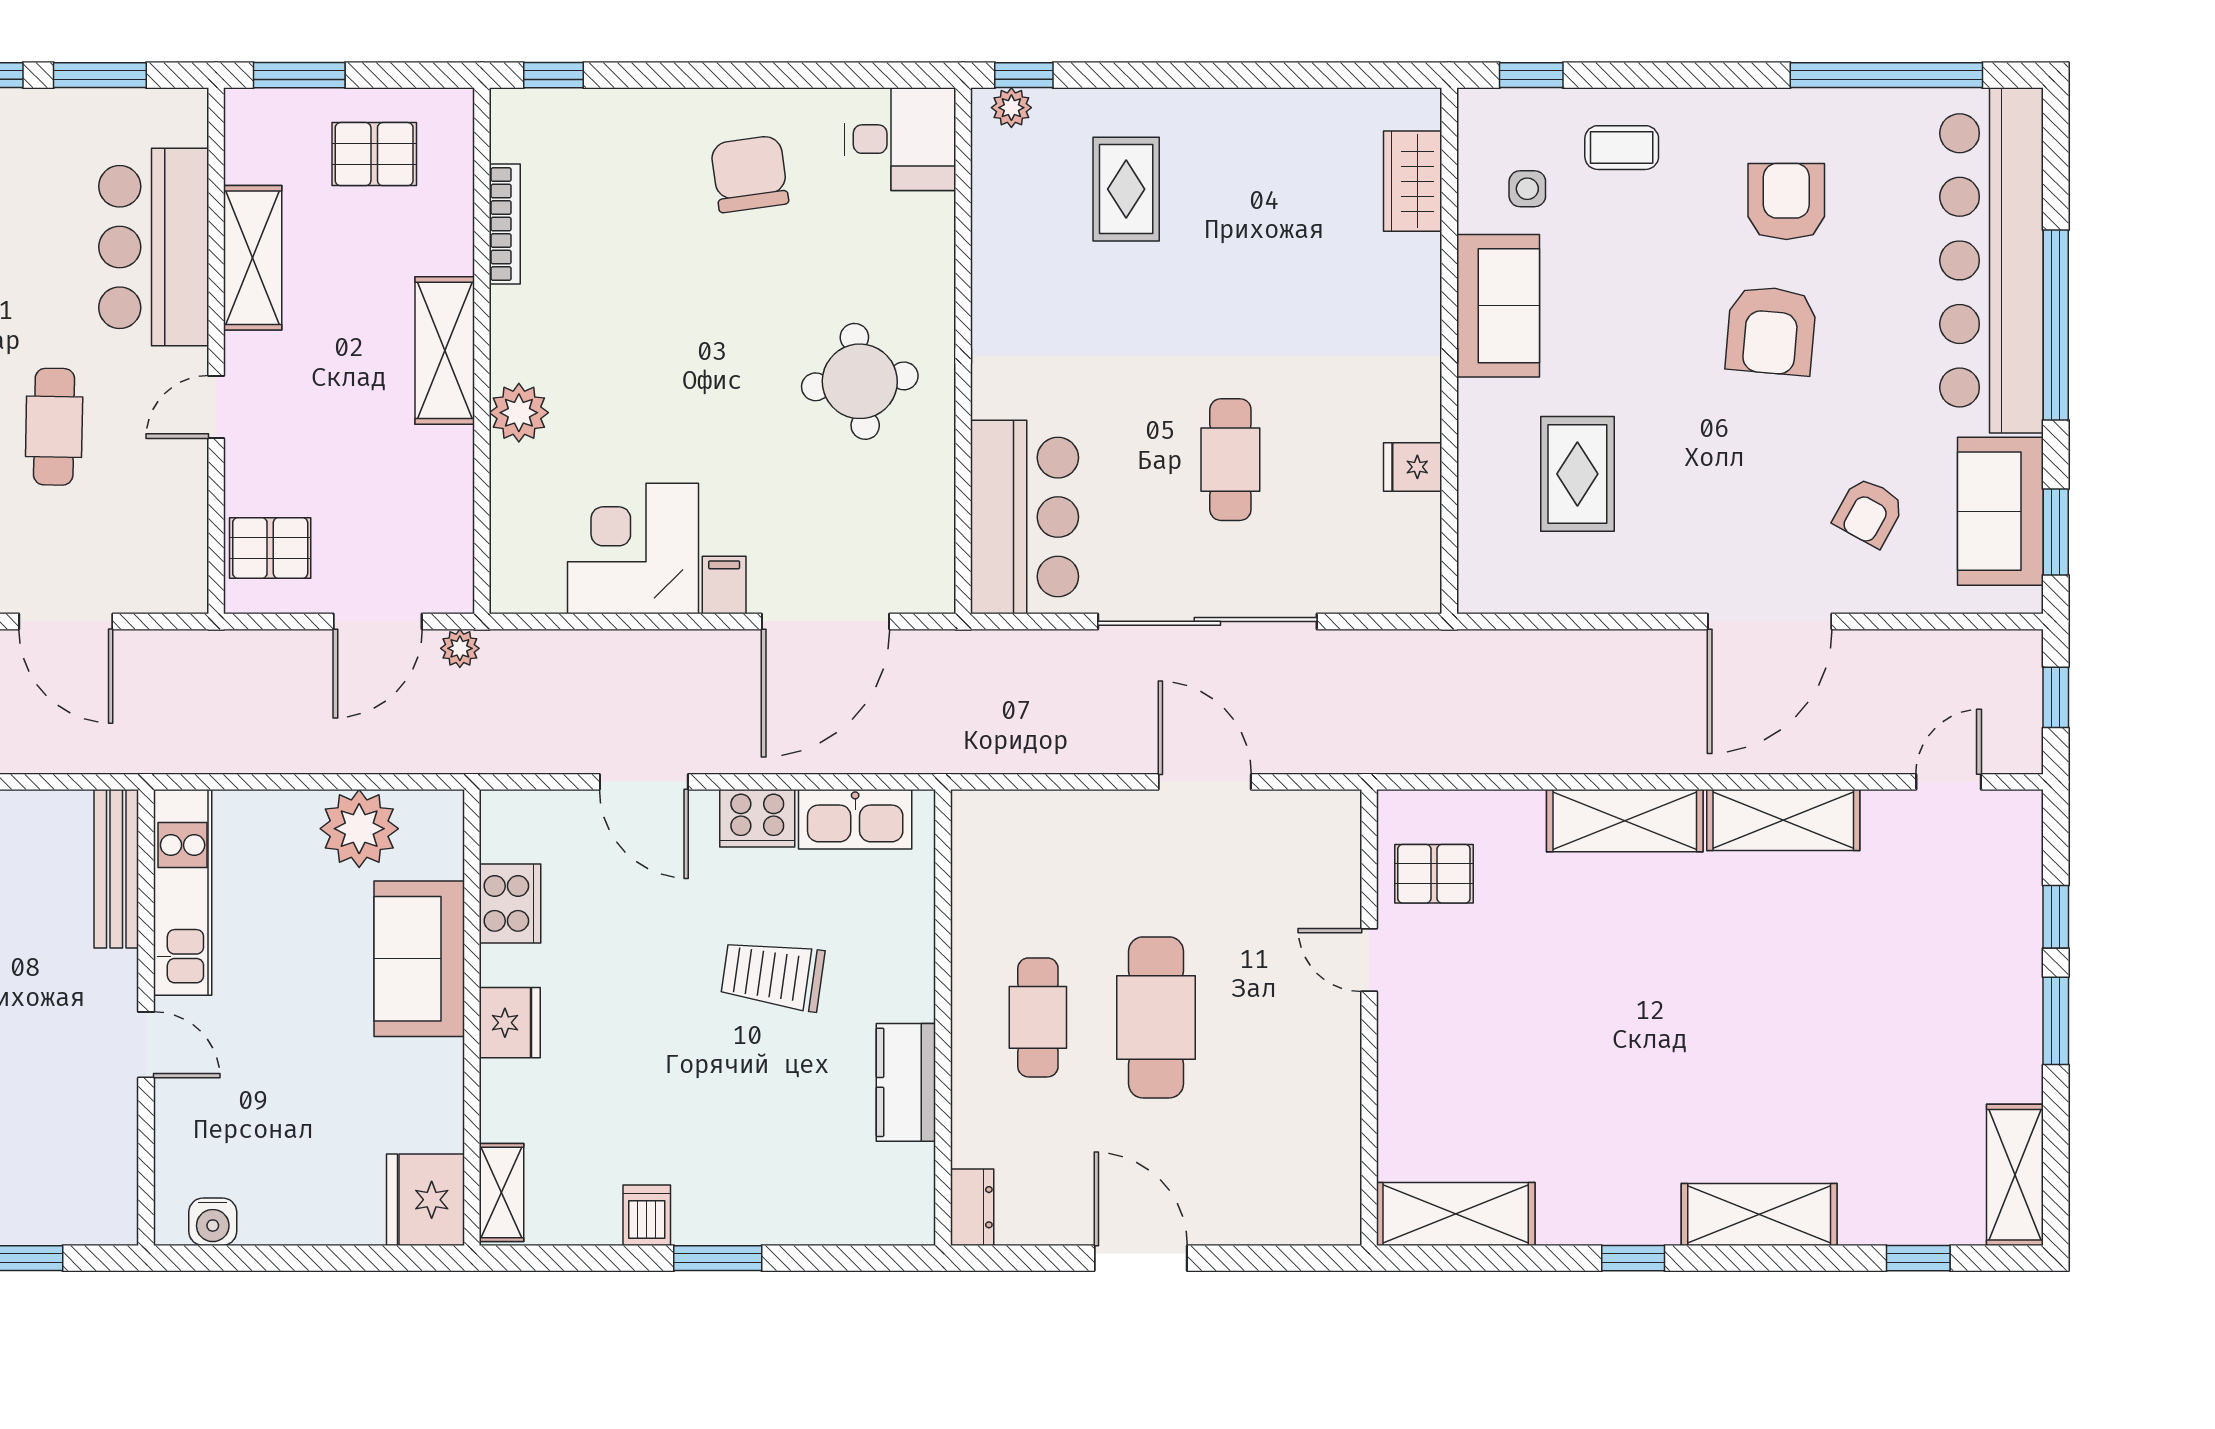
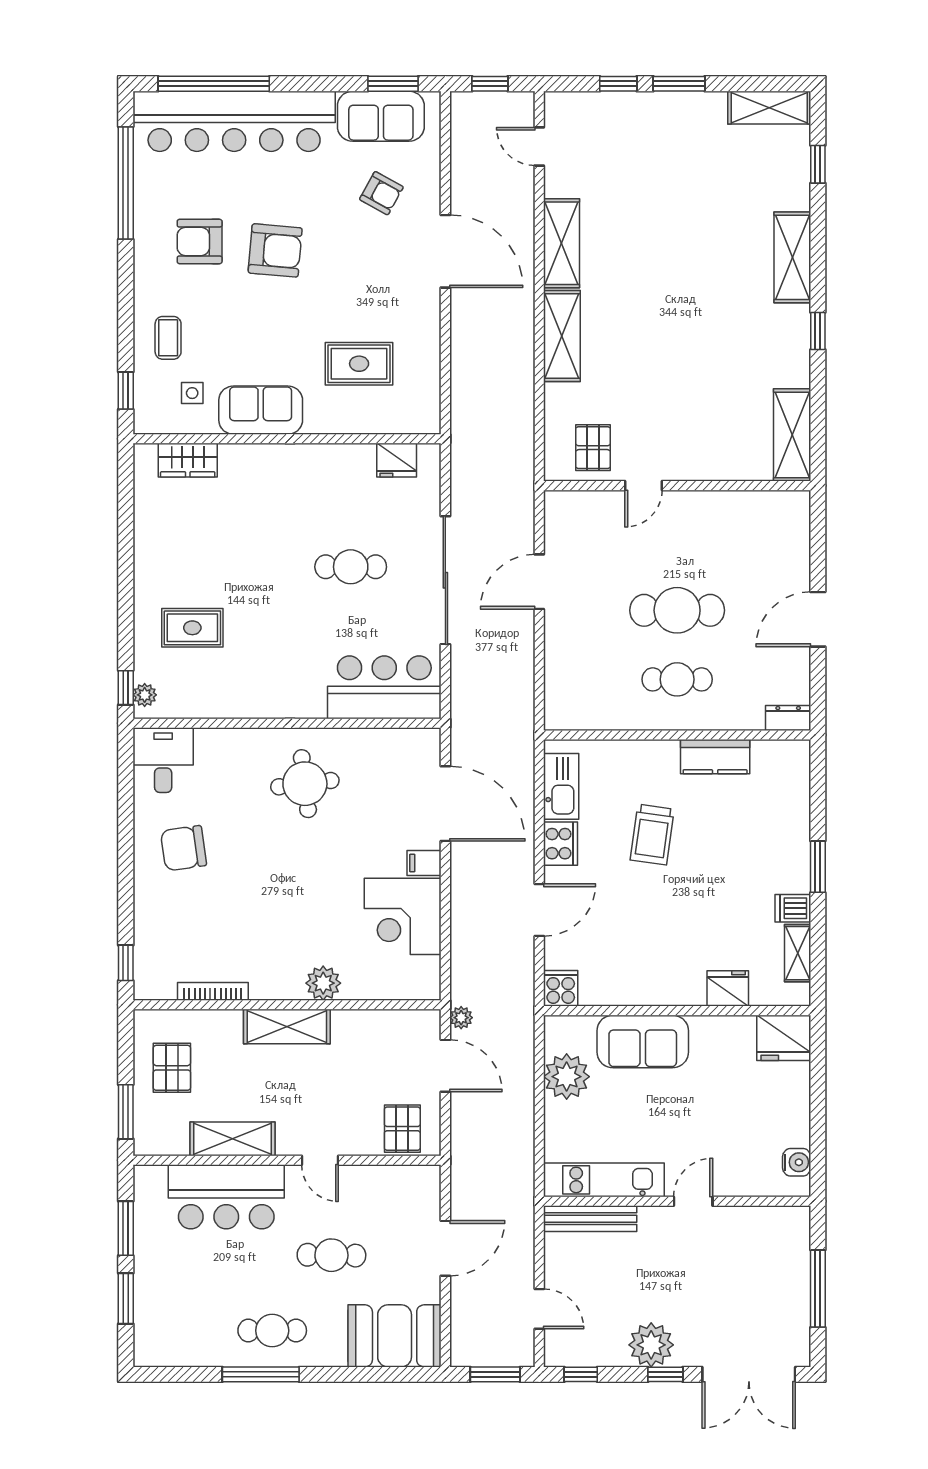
window: (2056, 325) -> (214, 84), moved
fridge: (1413, 467) -> (397, 460), moved, width x1.38
cooker: (510, 903) -> (561, 988), moved, width x0.73
fridge: (510, 1023) -> (728, 988), moved
shelving: (501, 1193) -> (798, 953), moved, turned 90

